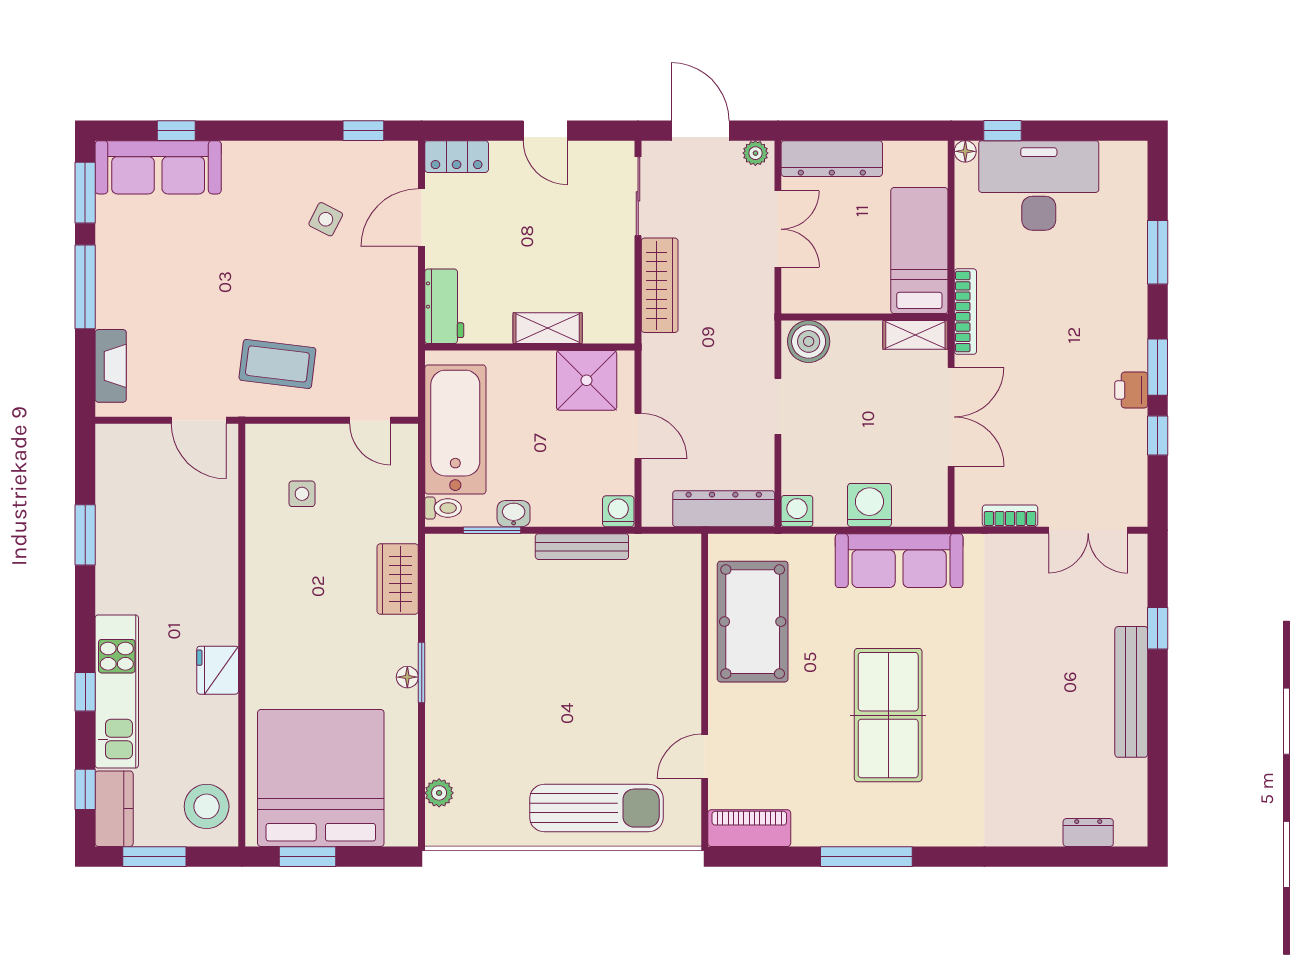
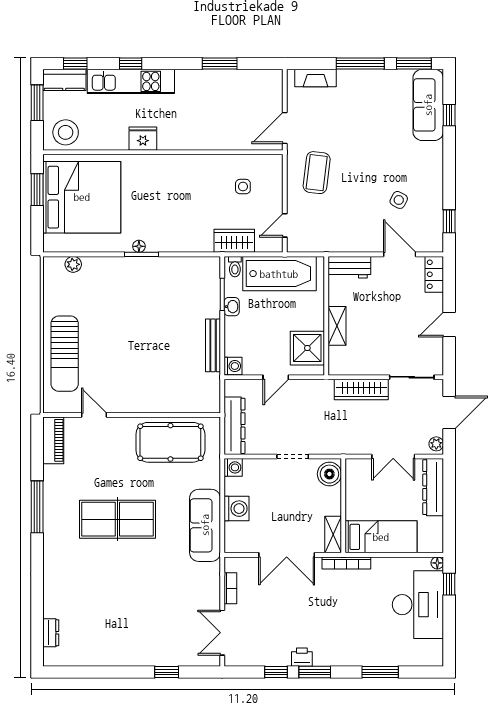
wardrobe: (398, 579) -> (234, 241), moved
bench: (1131, 692) -> (131, 657), removed

